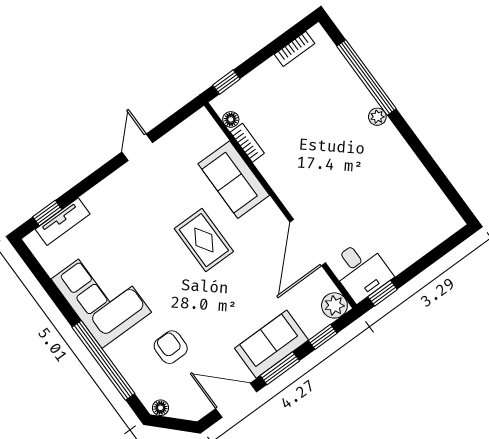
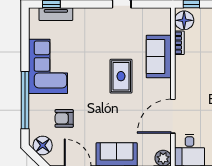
floor lamp: (231, 119) -> (184, 20), width x1.89, depth x1.89
armchair: (171, 347) -> (64, 118), turned -90
floor lamp: (161, 408) -> (43, 145), width x1.89, depth x1.89

